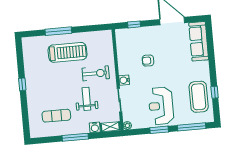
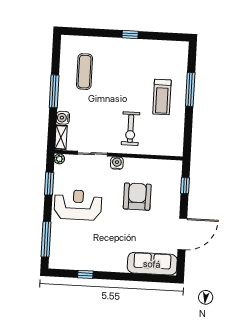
treadmill: (67, 52) -> (162, 97), width x0.73, depth x0.73
armchair: (148, 61) -> (137, 197), width x1.88, depth x1.88
coffee table: (199, 97) -> (83, 254), removed
weight bench: (86, 99) -> (100, 112), removed
window: (159, 130) -> (49, 184), moved

